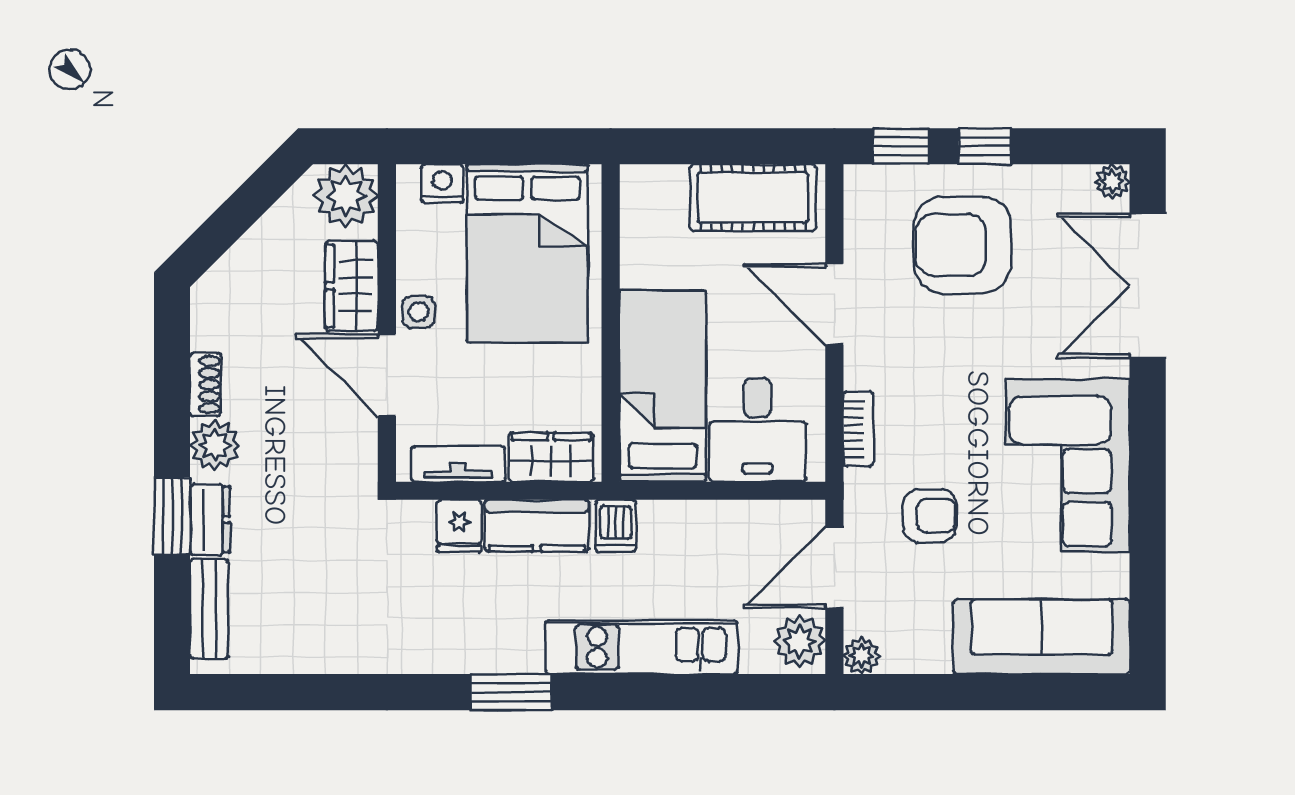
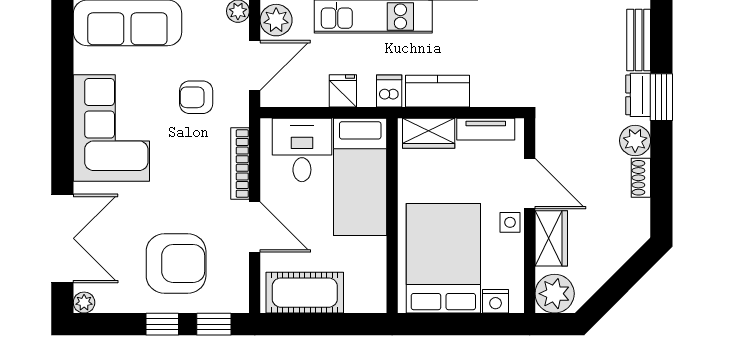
bookcase: (858, 429) -> (240, 164), width x1.56
fridge: (459, 526) -> (343, 91), moved

